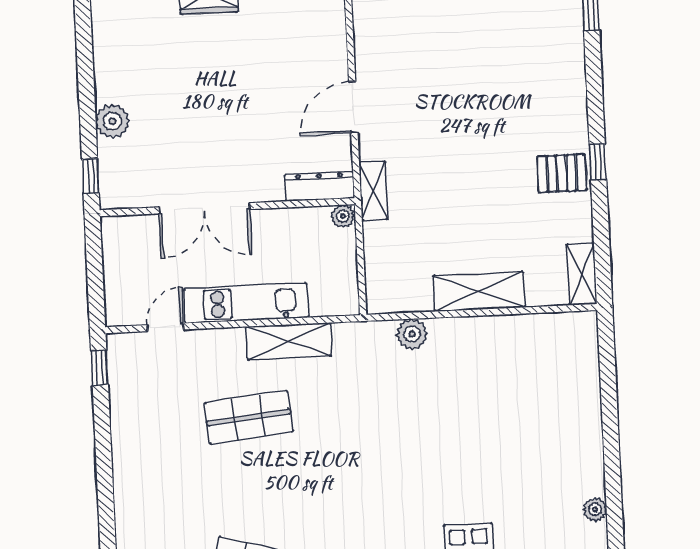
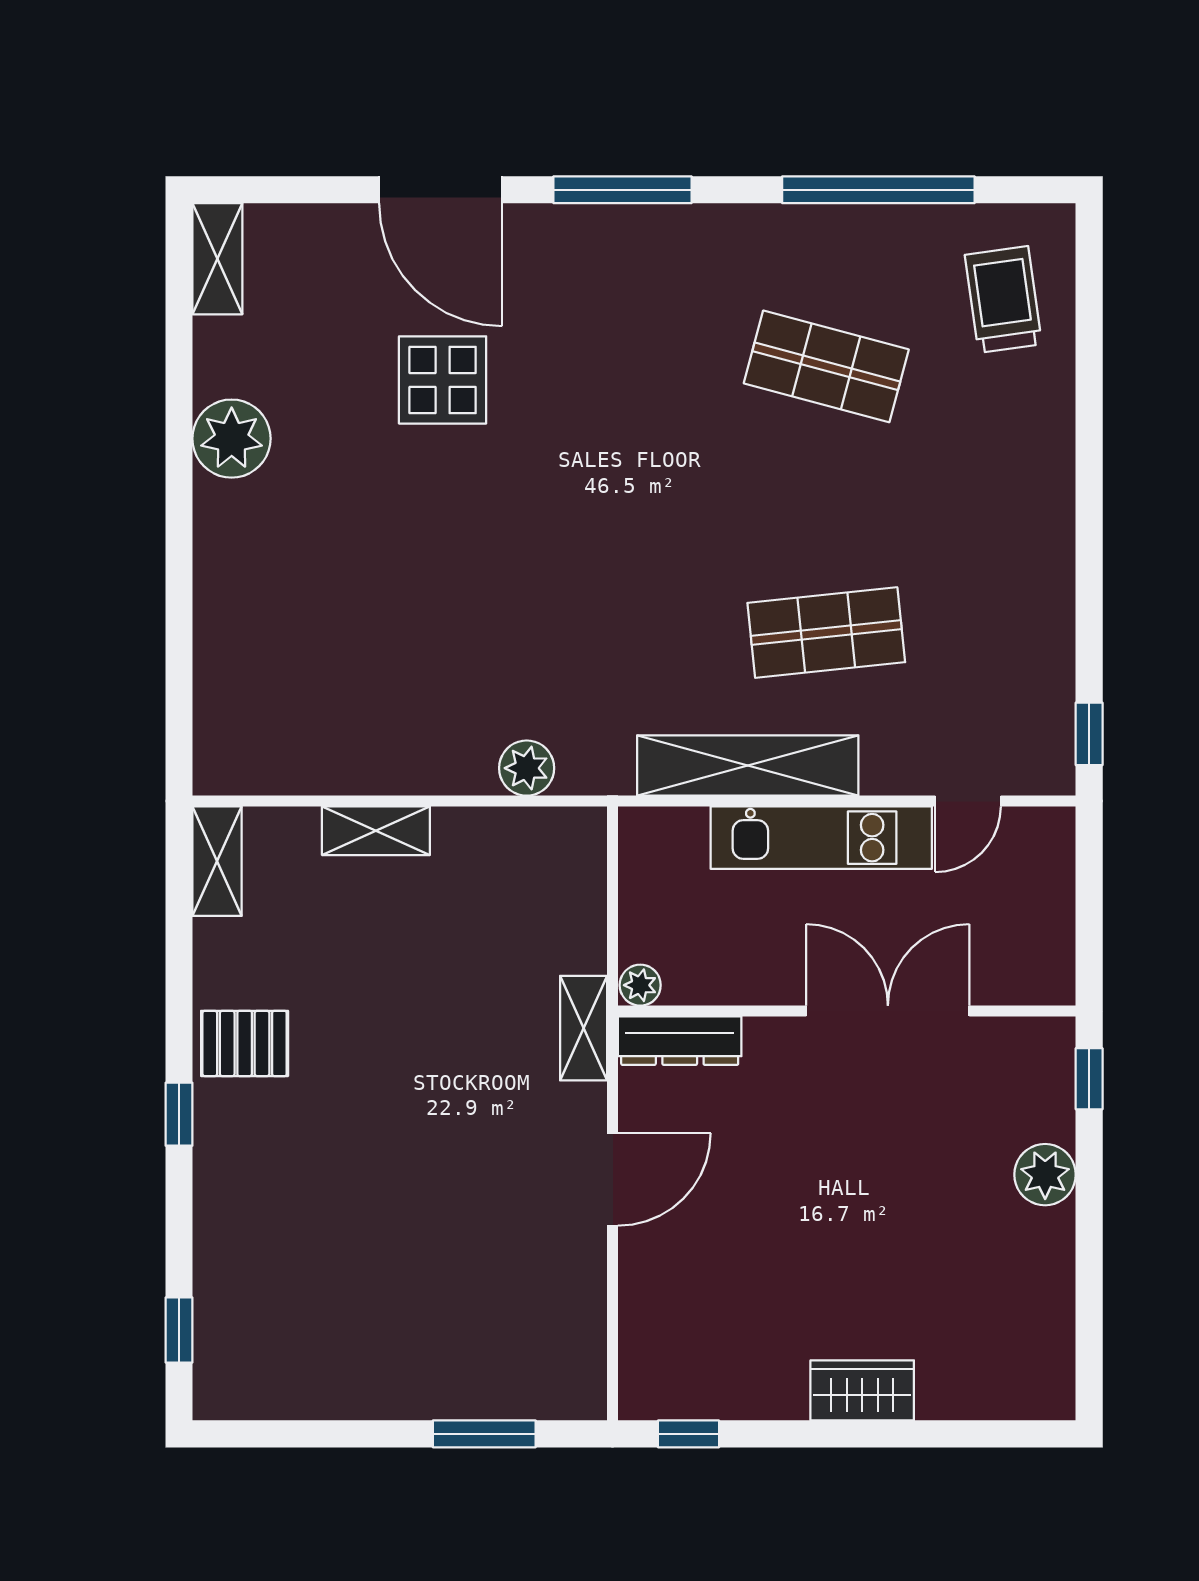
window: (598, 162) -> (179, 1114), moved
shelving: (479, 291) -> (376, 831), width x0.67, depth x0.75
shelving: (289, 341) -> (748, 765), width x1.47
plant: (595, 509) -> (232, 439), width x1.88, depth x1.88

